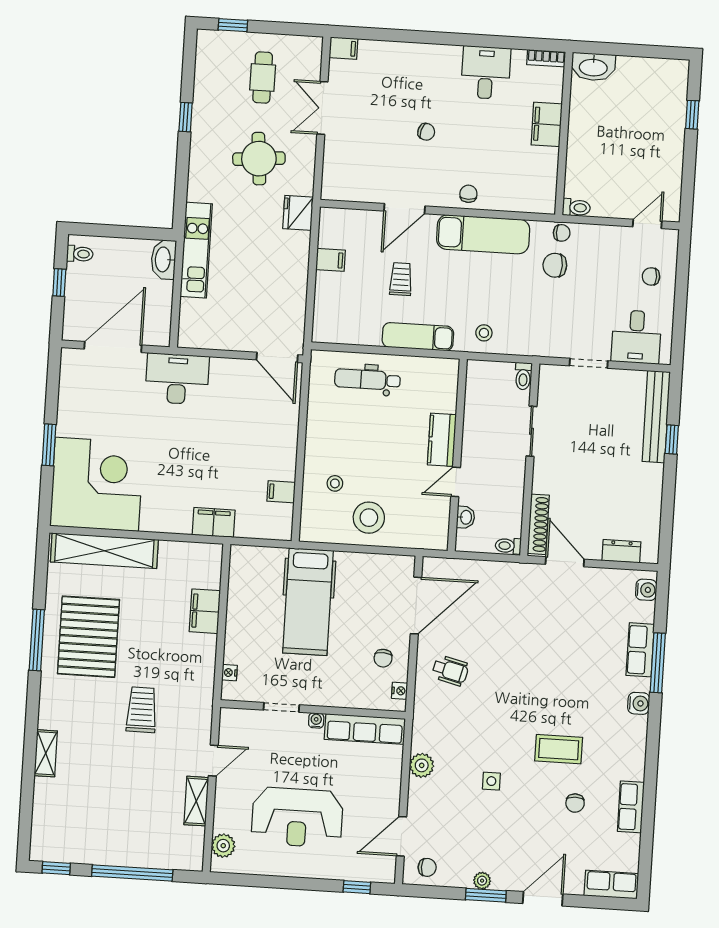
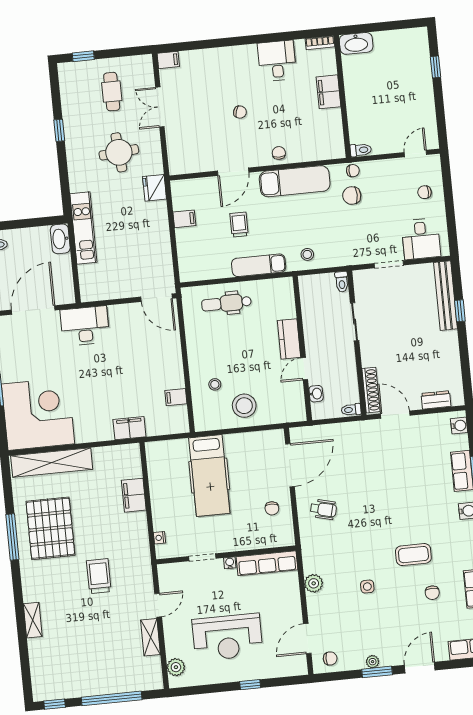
nightstand: (400, 691) -> (288, 531), removed
window: (357, 887) -> (250, 685), moved

